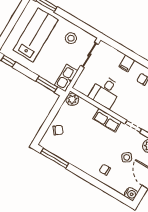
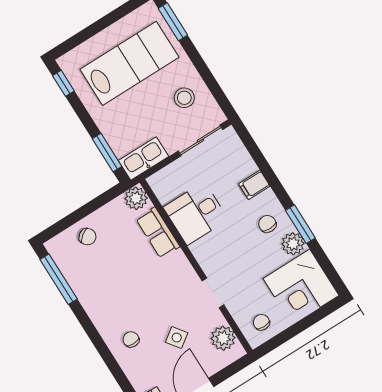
row of seats: (107, 120) -> (158, 233), moved

